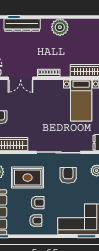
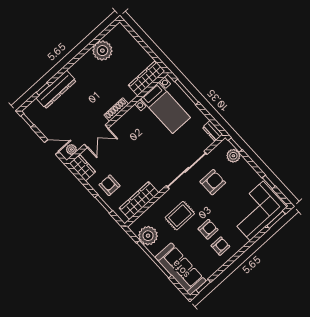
plant: (60, 27) -> (102, 51), moved
armchair: (68, 175) -> (213, 182), turned 90
rug: (28, 178) -> (180, 216), width x0.73, depth x0.70

